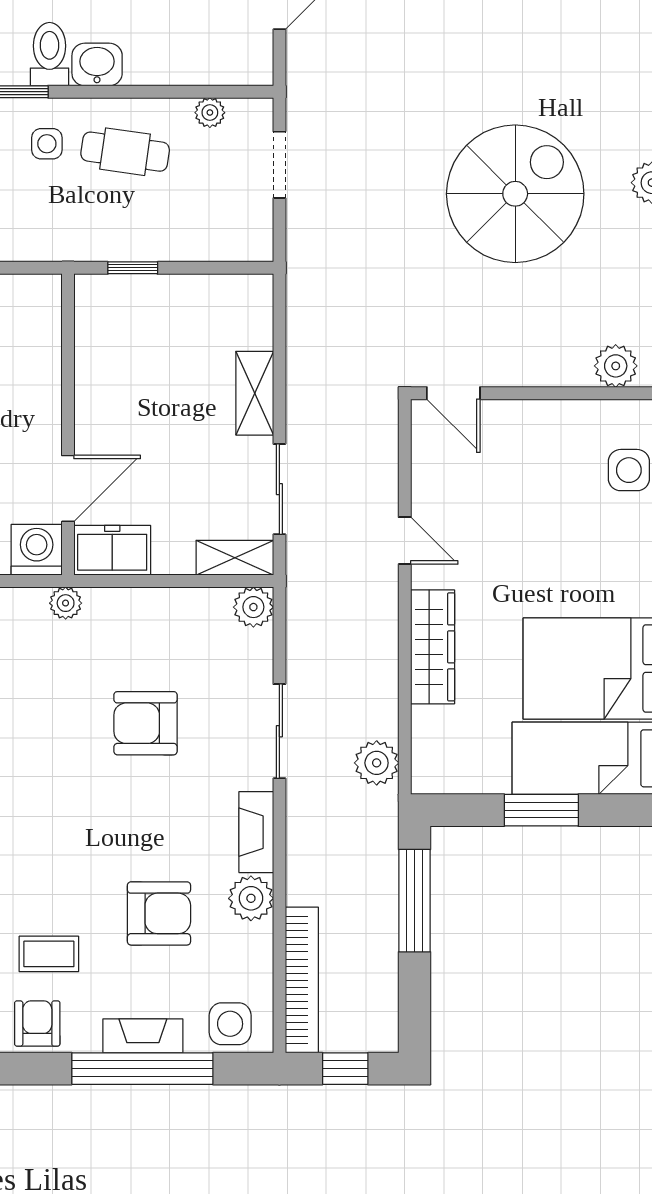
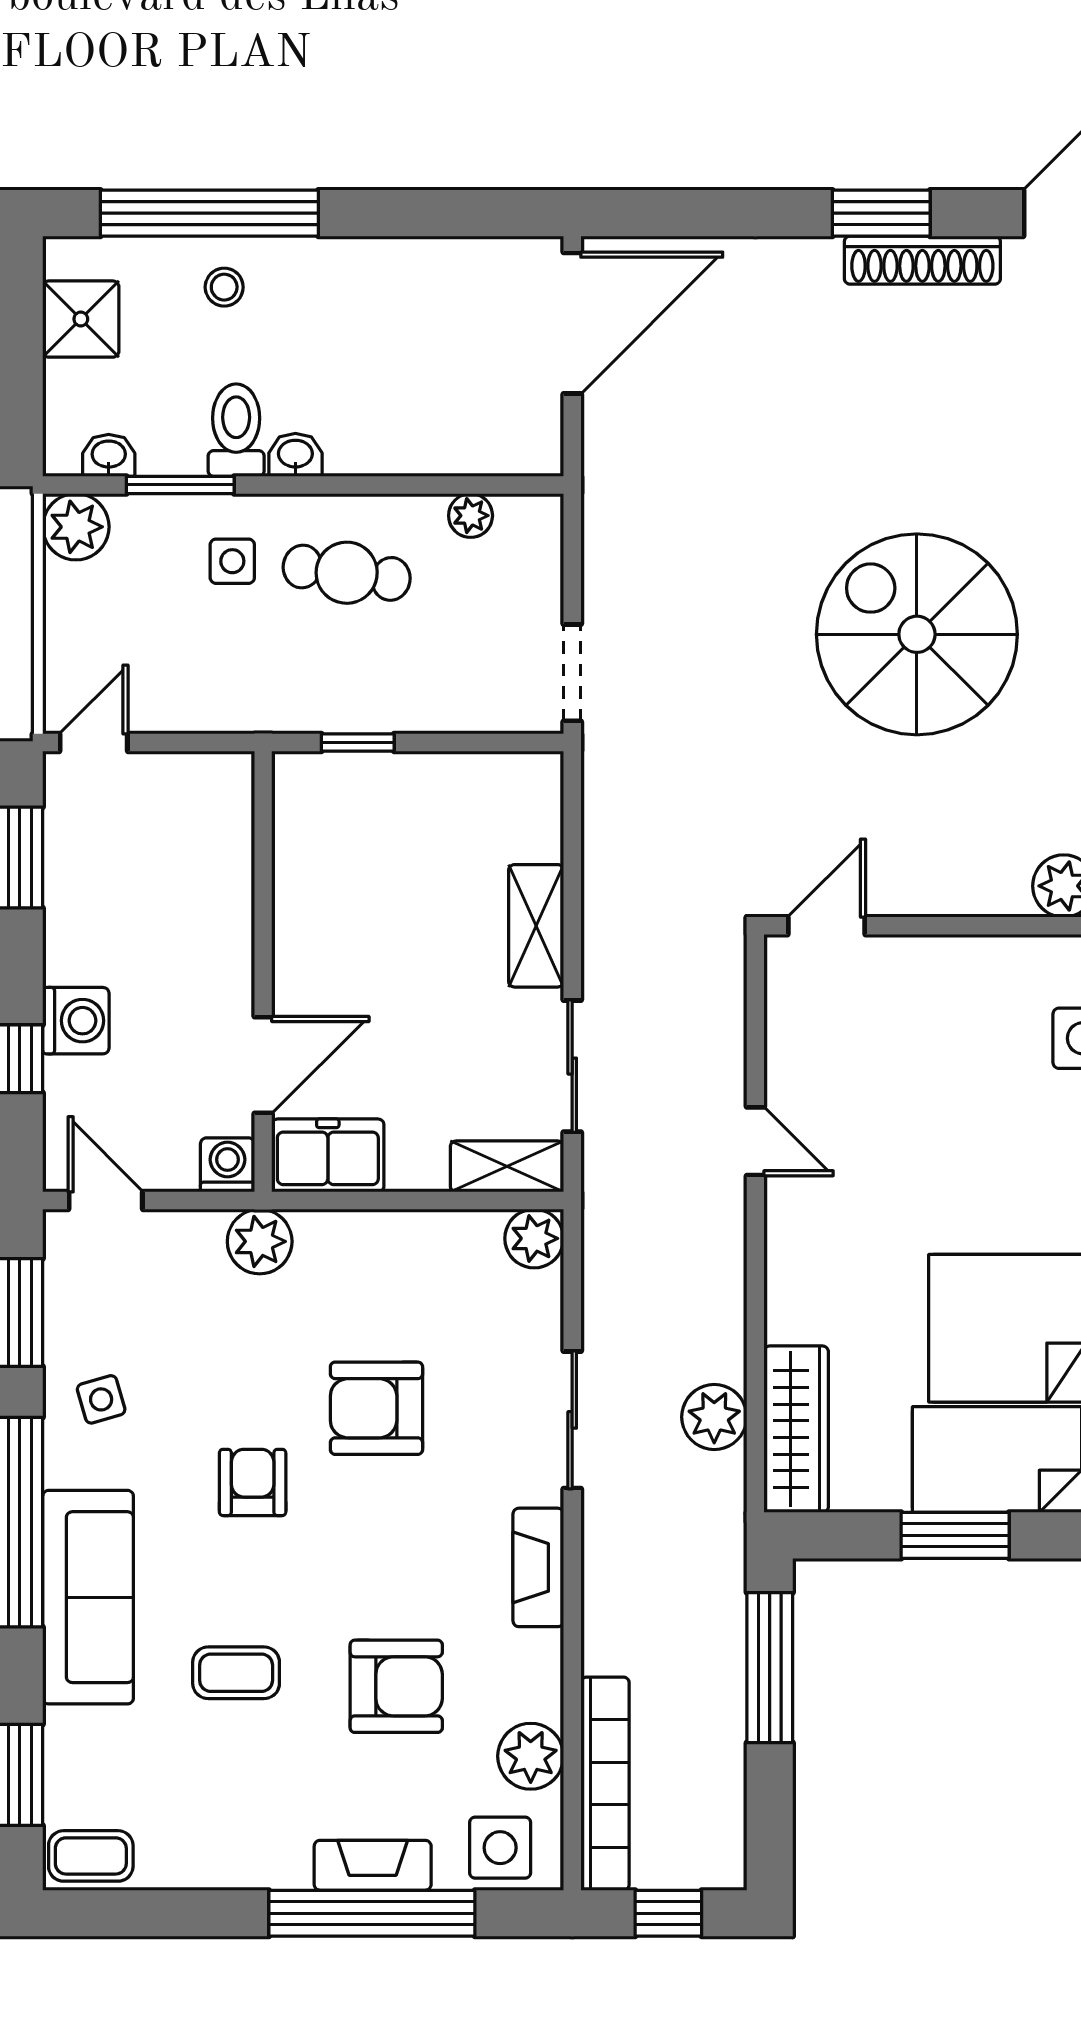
washbasin: (97, 64) -> (295, 455), width x0.72, depth x0.69
doorway: (279, 165) -> (572, 673), moved
spiral stairs: (515, 194) -> (917, 634), turned -90
door: (453, 393) -> (826, 926), swing flipped
washing machine: (37, 550) -> (227, 1165), width x0.73, depth x0.73
plant: (66, 603) -> (260, 1241), width x1.38, depth x1.38
wardrobe: (433, 647) -> (796, 1429), moved
plant: (377, 763) -> (714, 1417), moved
plant: (251, 898) -> (531, 1756), moved
coffee table: (49, 954) -> (236, 1673), moved
armchair: (37, 1023) -> (253, 1482), moved

